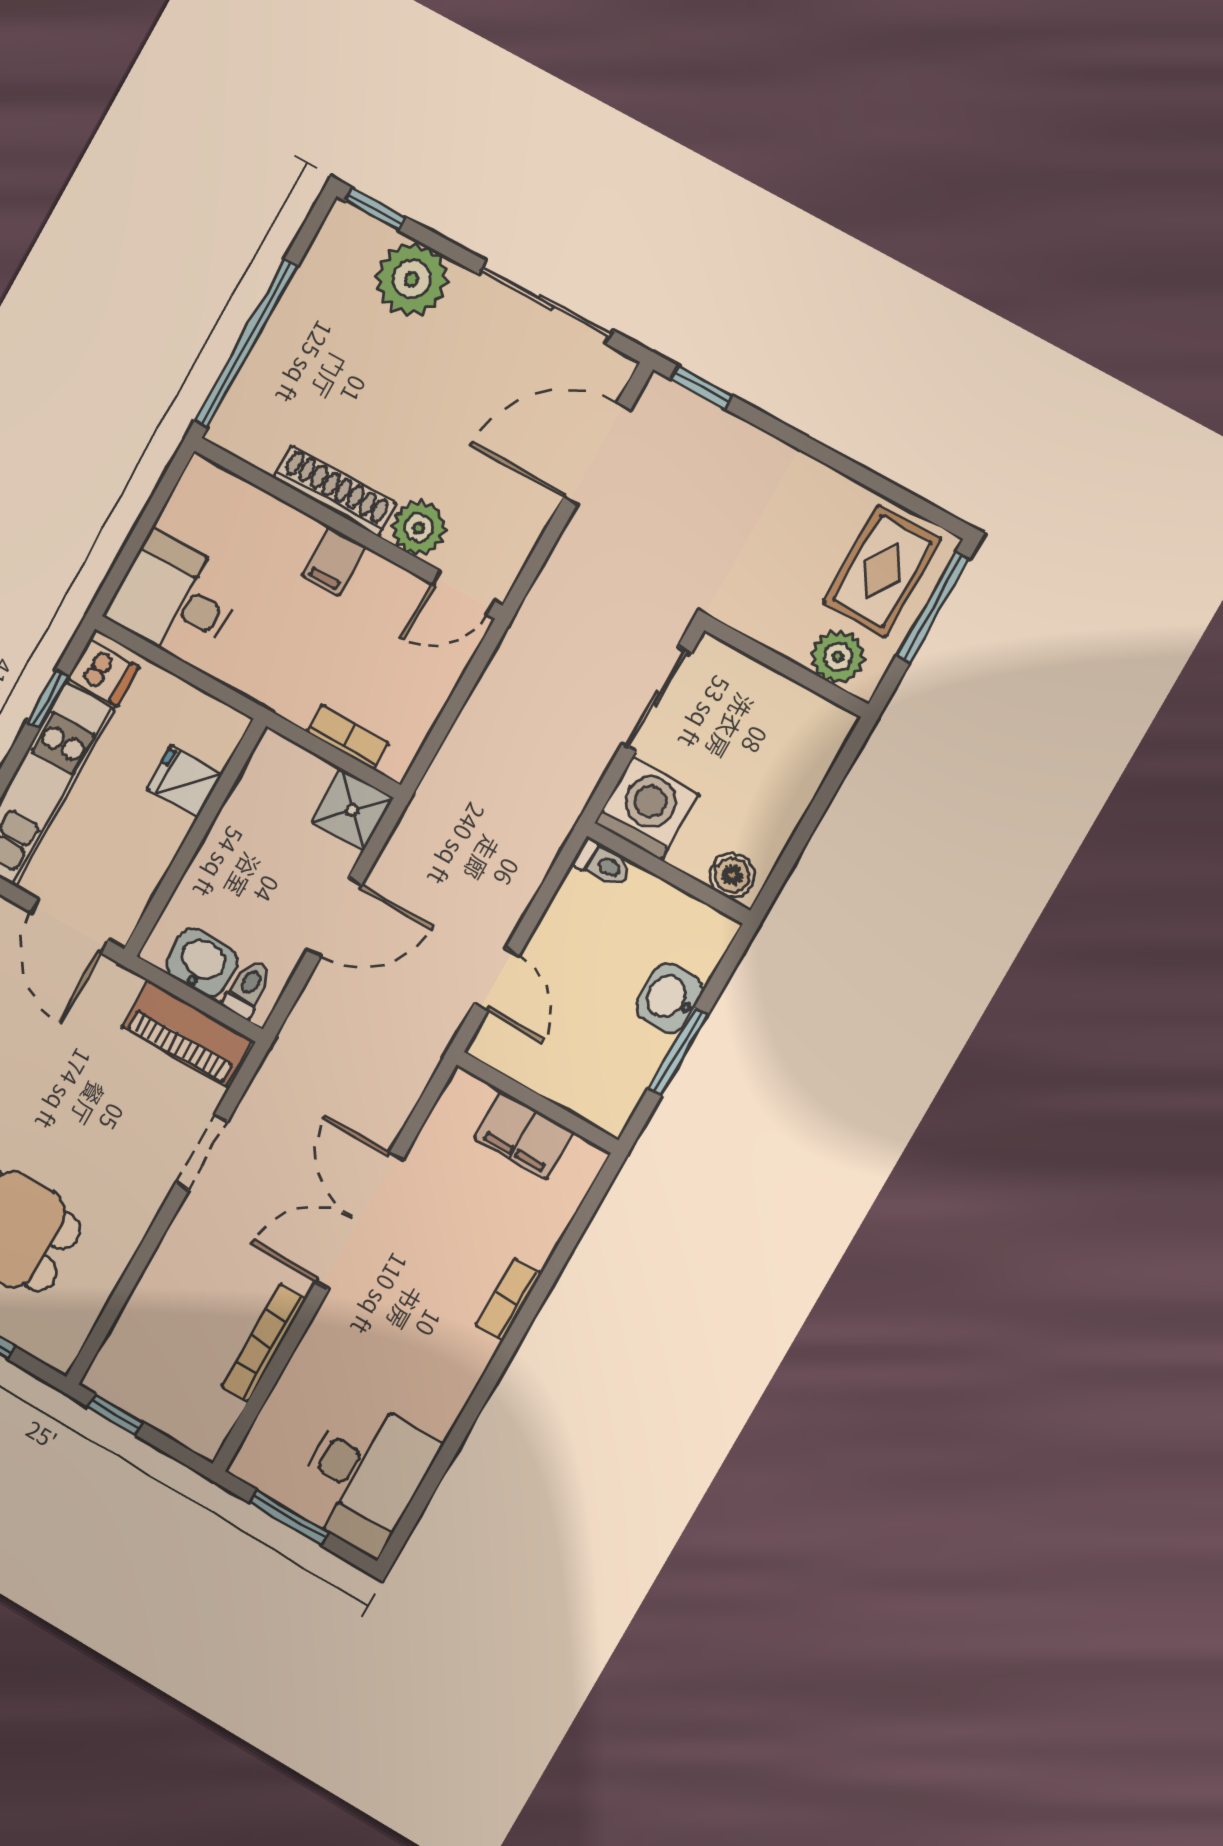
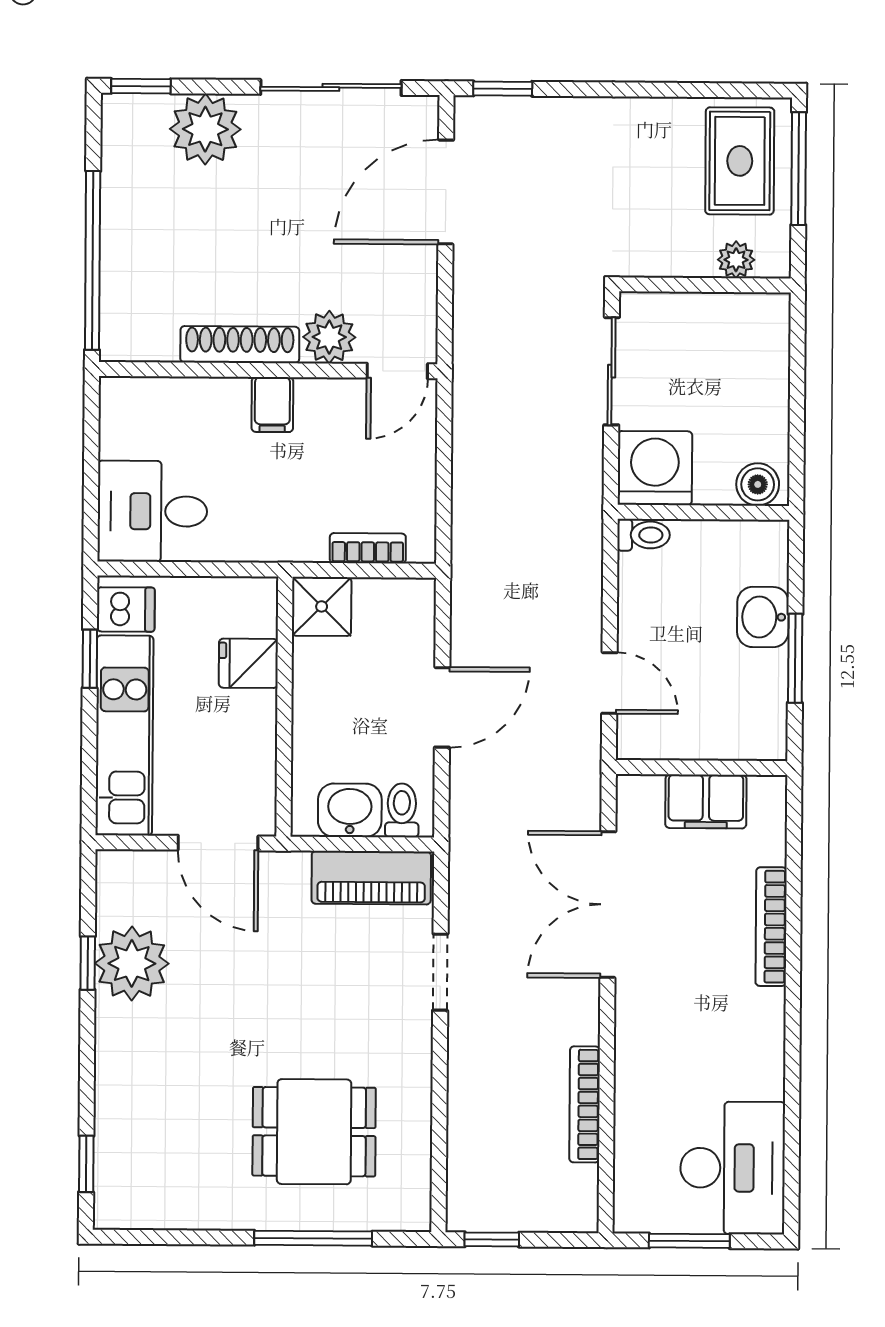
plant: (838, 657) -> (736, 260), width x0.73, depth x0.73
shower: (352, 810) -> (322, 606), moved
double door: (359, 1221) -> (608, 905), moved
bookcase: (509, 1300) -> (771, 927), width x1.56

